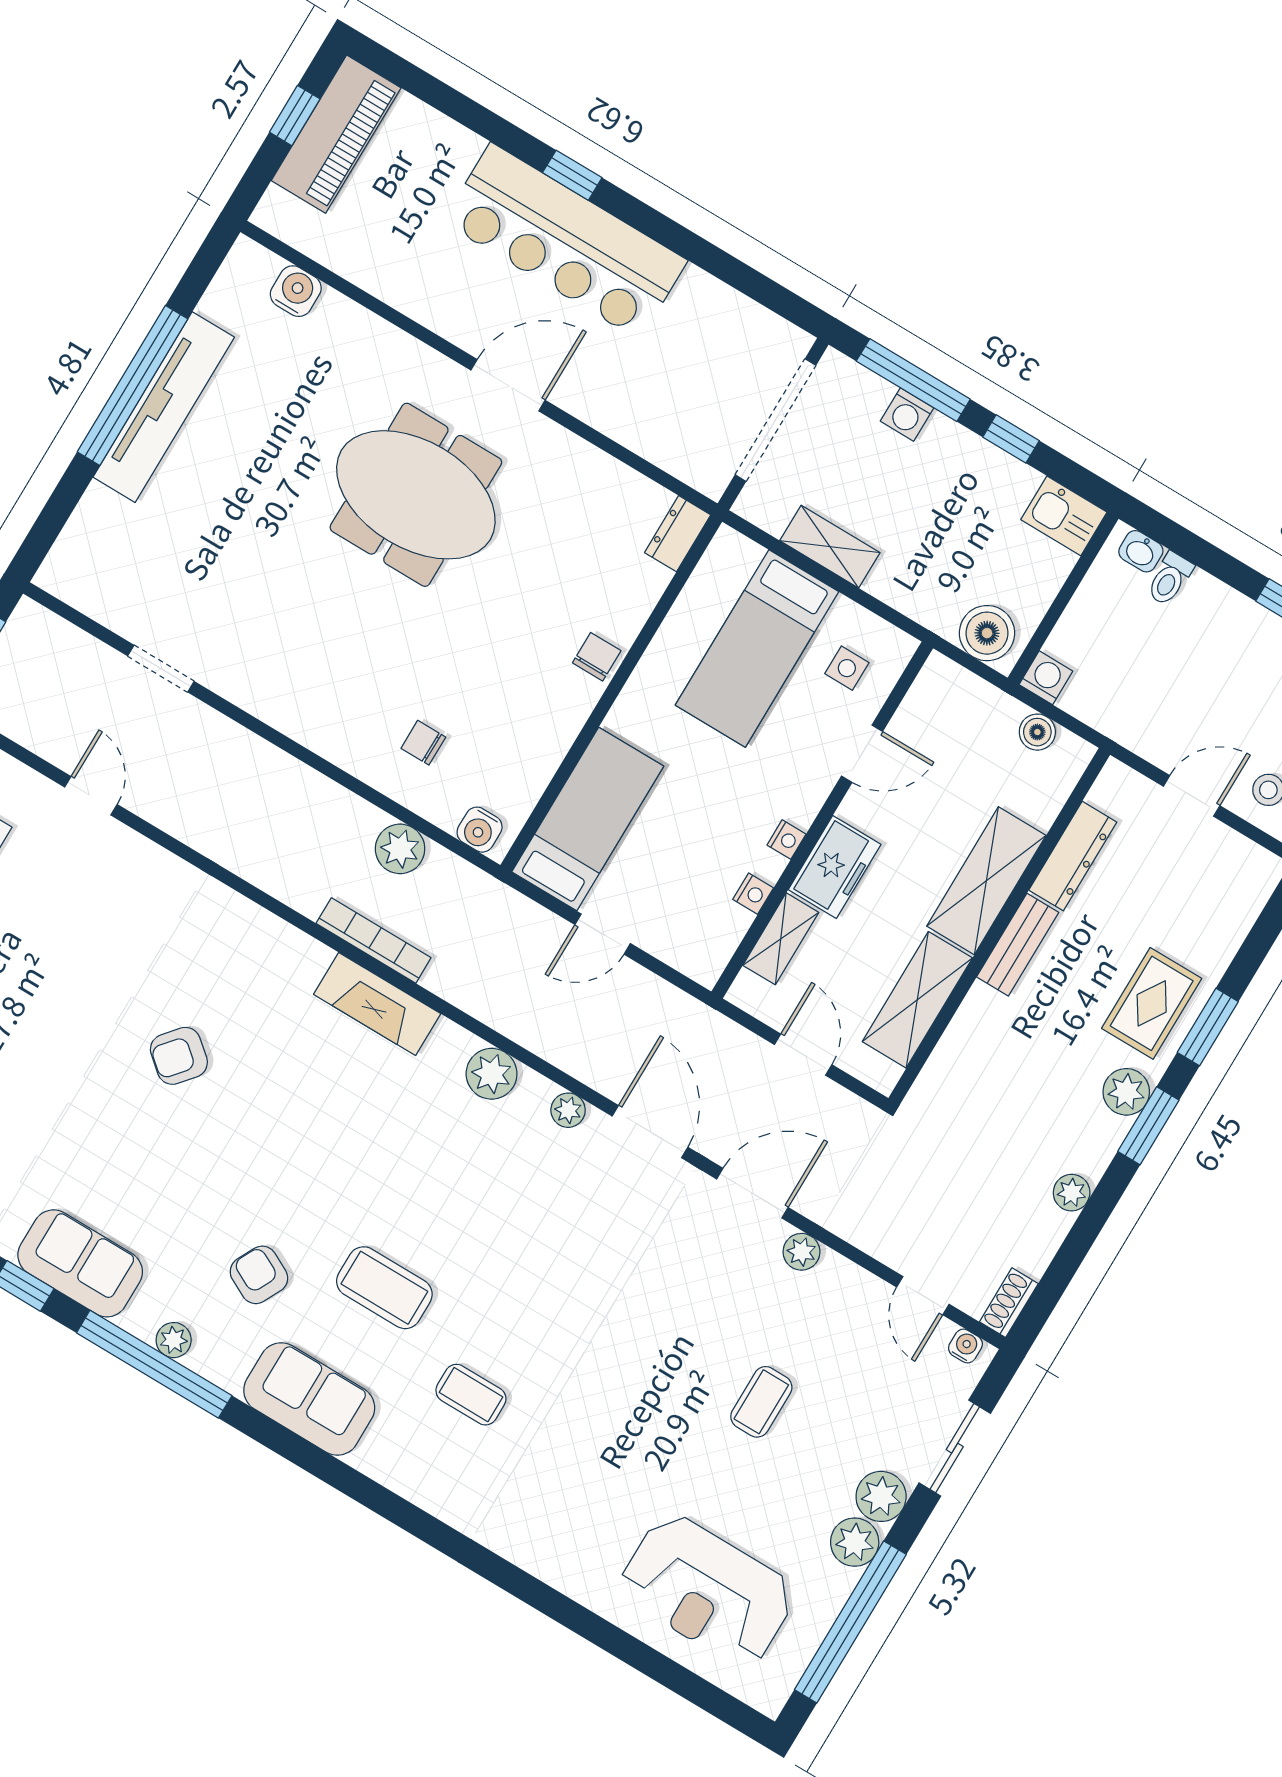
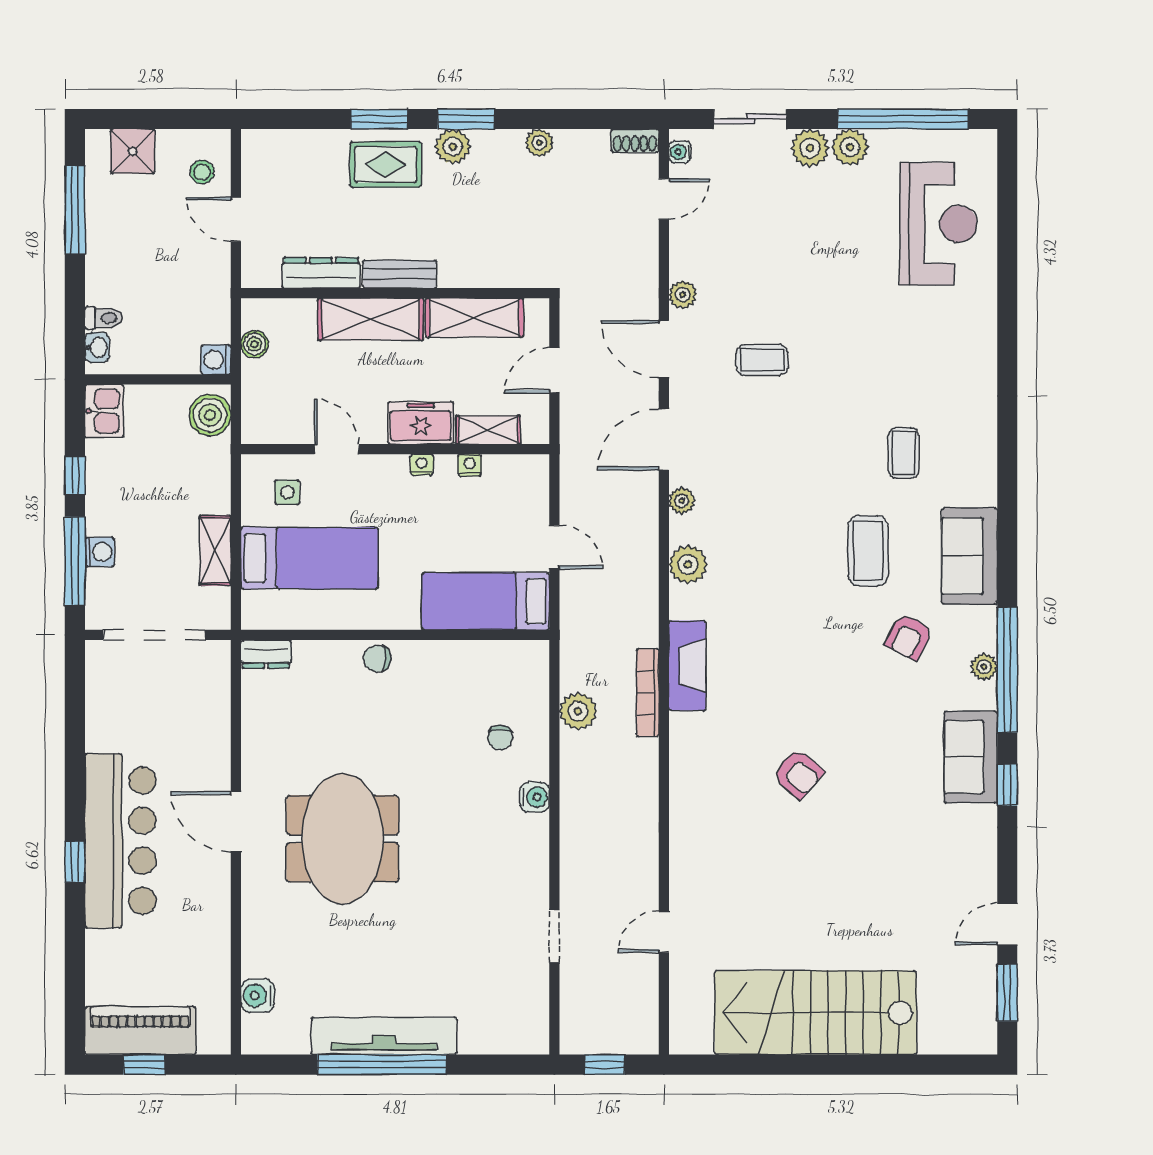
water cooler: (480, 830) -> (535, 797), moved
coffee table: (761, 1402) -> (762, 360), moved

